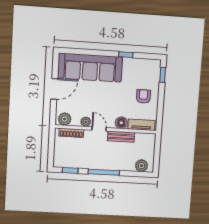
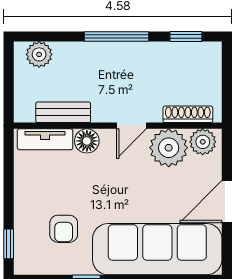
armchair: (143, 96) -> (64, 229), moved
plant: (86, 122) -> (169, 148), width x1.87, depth x1.87
door: (99, 129) -> (131, 126), hinge flipped
bench: (121, 137) -> (63, 112), moved

